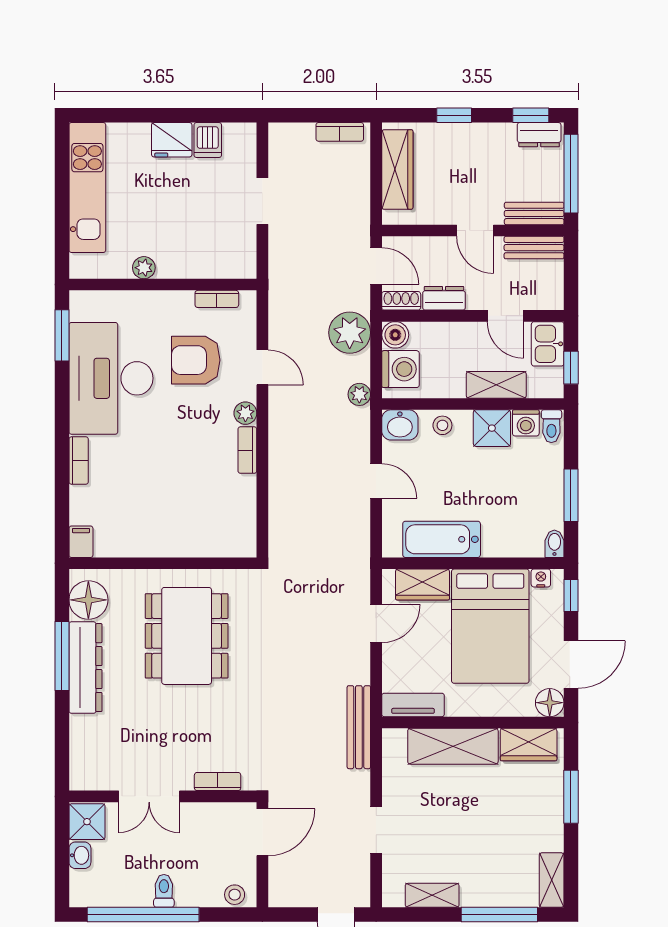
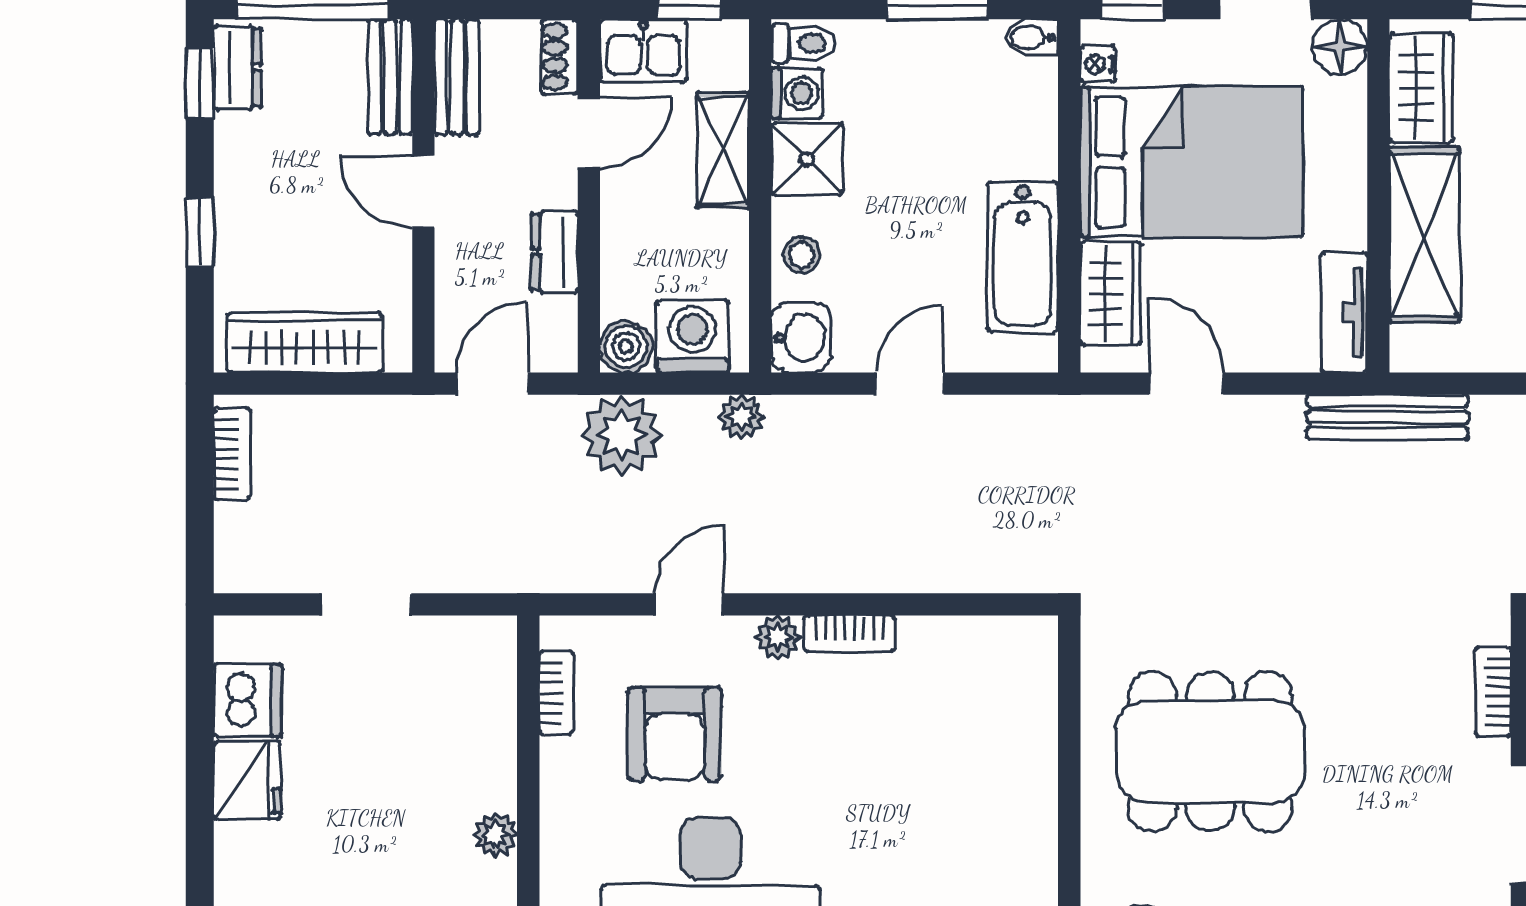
dishwasher: (208, 140) -> (248, 700), width x1.38
door: (475, 231) -> (423, 191), swing flipped
shoe rack: (401, 301) -> (560, 57), moved

